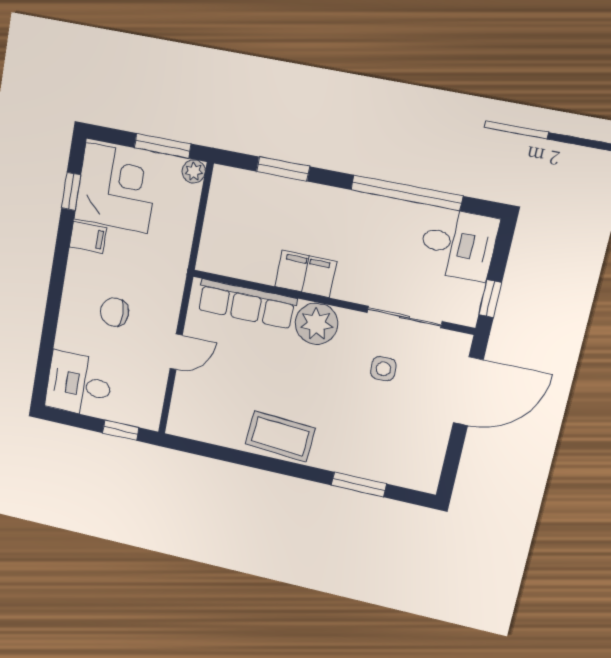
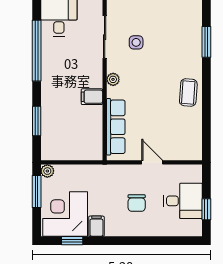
filing cabinet: (306, 274) -> (92, 97), width x0.50
plant: (316, 324) -> (113, 79), width x0.53, depth x0.53
desk: (79, 384) -> (183, 201), moved, turned -90
window: (121, 430) -> (206, 209), moved
coffee table: (280, 436) -> (188, 92), width x0.73, depth x0.77

